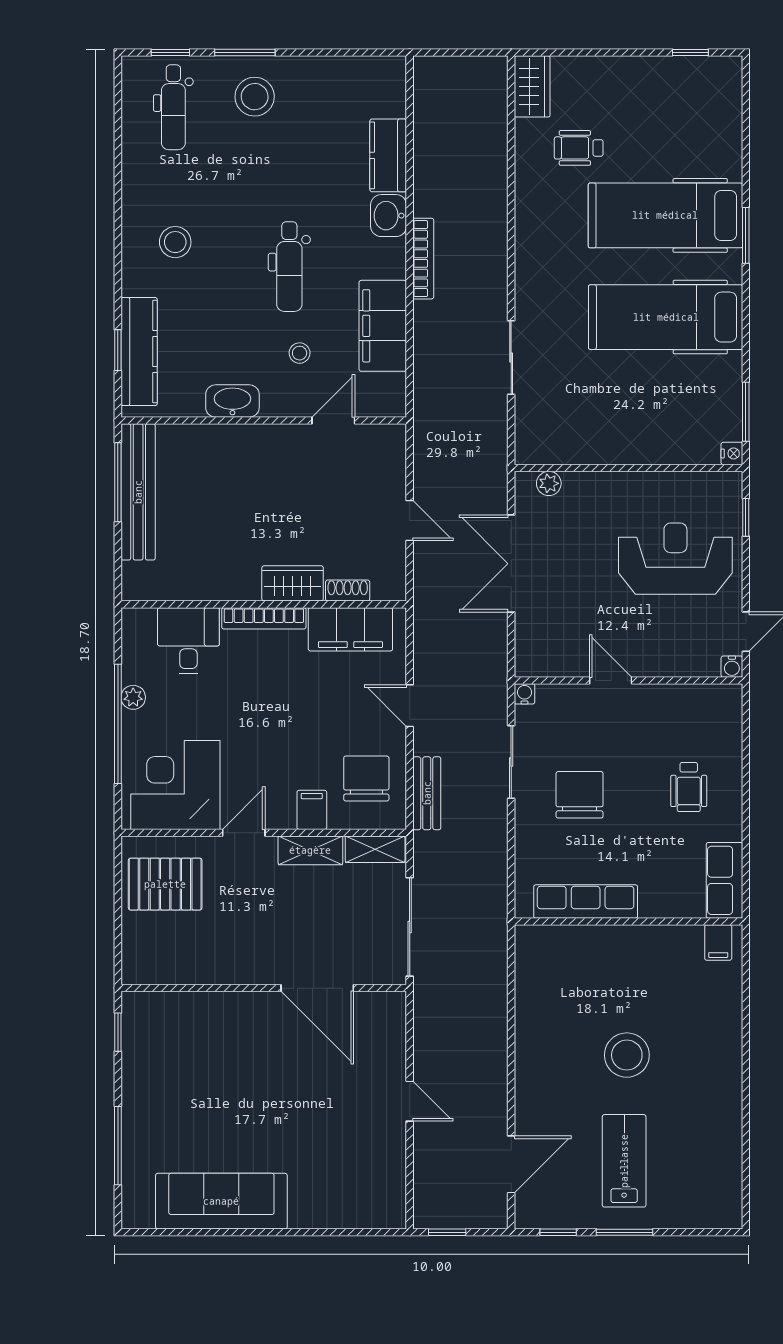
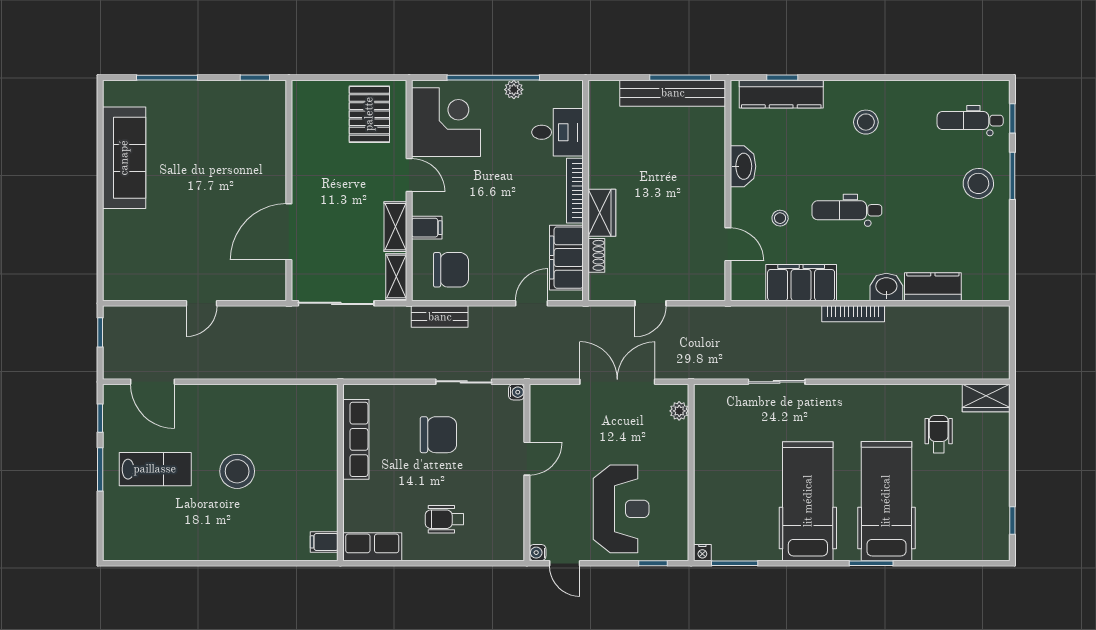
door: (410, 706) -> (532, 303), moved

